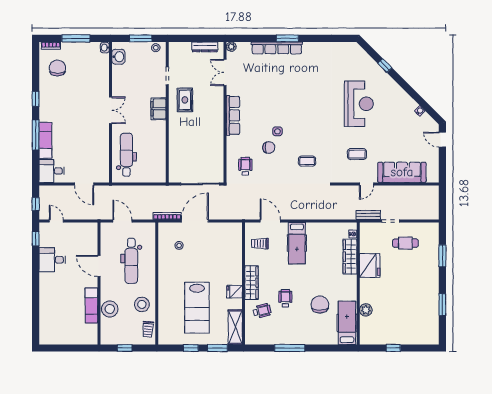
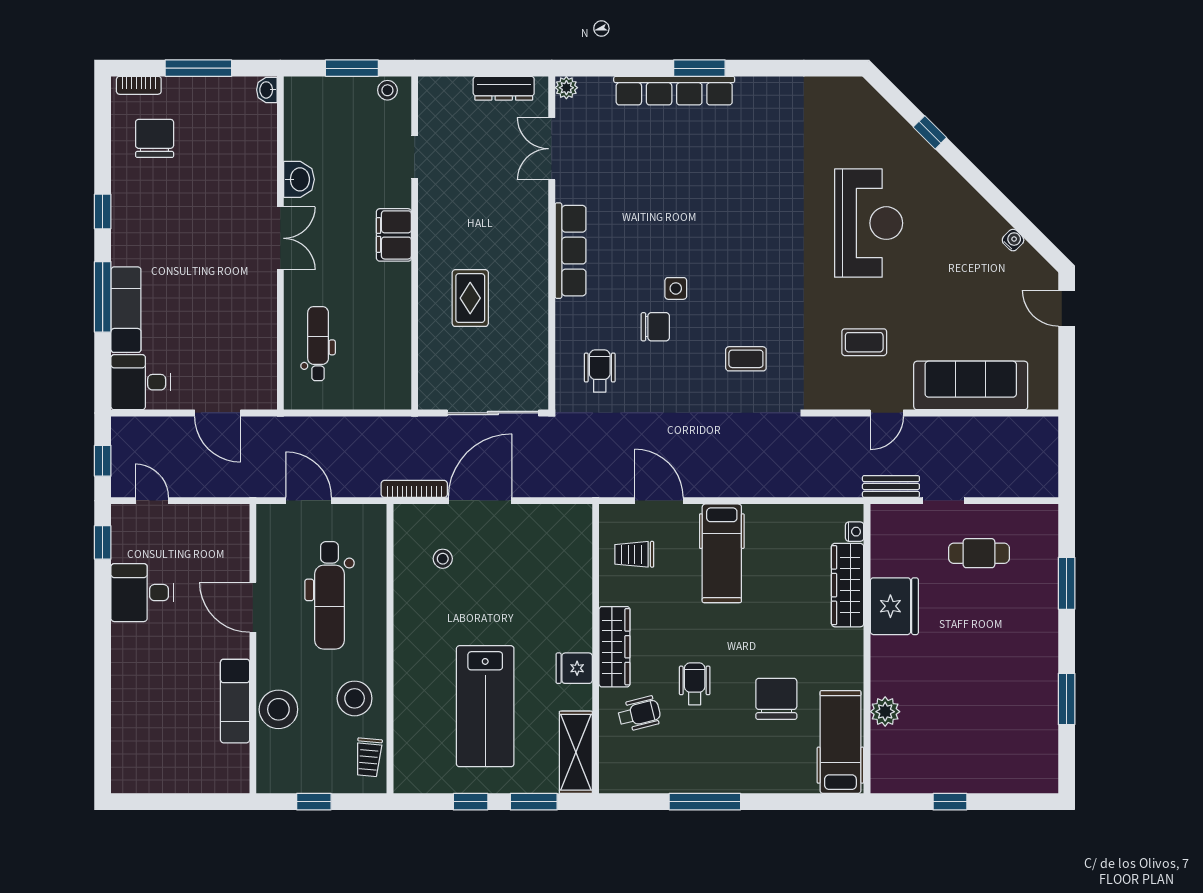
washbasin: (118, 57) -> (299, 179), moved
rug: (185, 100) -> (470, 298), moved
dental chair: (126, 155) -> (318, 344), width x0.73, depth x0.72

